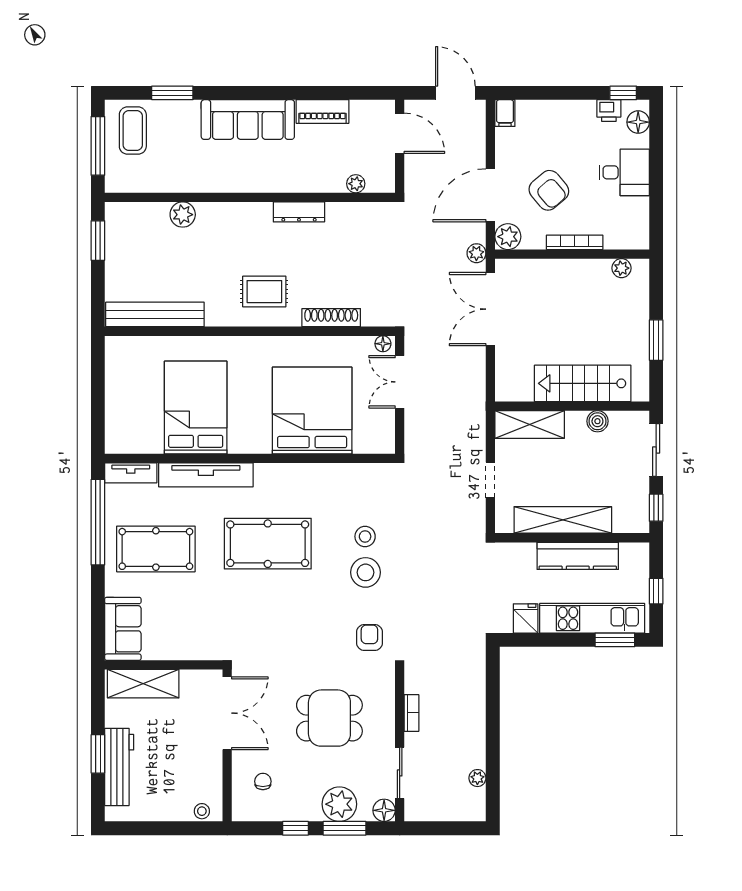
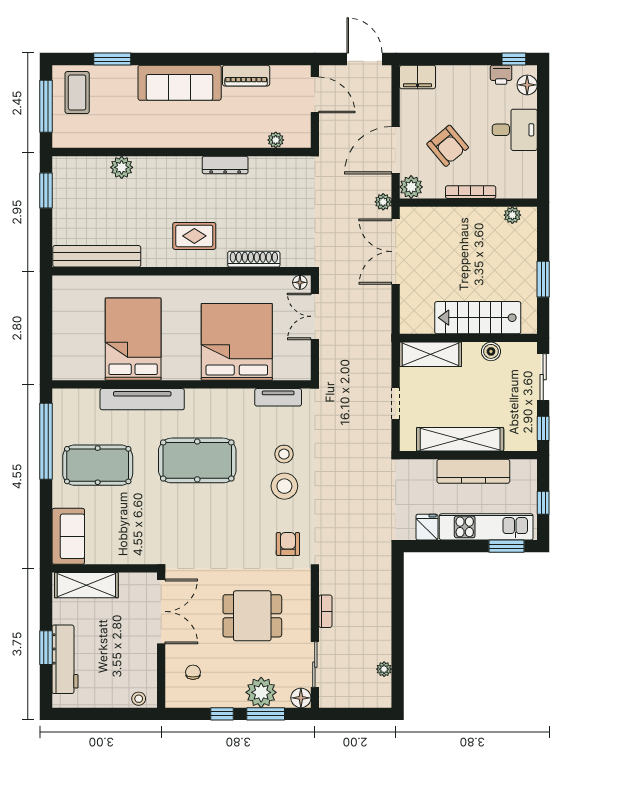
filing cabinet: (505, 113) -> (417, 77), width x2.00
tv unit: (131, 473) -> (278, 397), moved

